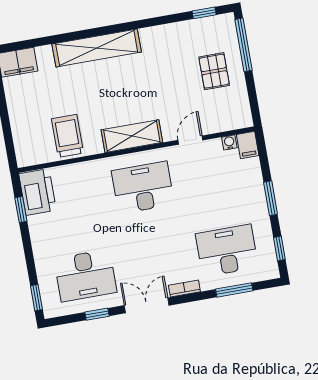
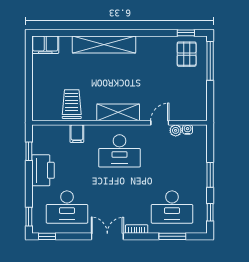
pallet: (214, 71) -> (187, 54), moved
filing cabinet: (248, 145) -> (77, 134), moved
plant: (213, 147) -> (176, 130), added
desk: (143, 188) -> (120, 151), turned 180
printer: (37, 192) -> (43, 170), moved
desk: (227, 251) -> (172, 207), turned 180
window: (97, 314) -> (47, 236), moved

